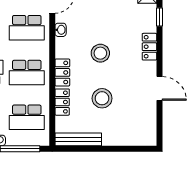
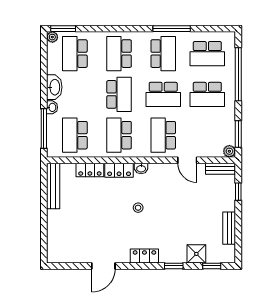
washbasin: (61, 30) -> (141, 168), moved
stool: (100, 53) -> (138, 208), width x0.53, depth x0.53
stool: (102, 98) -> (94, 209), removed

